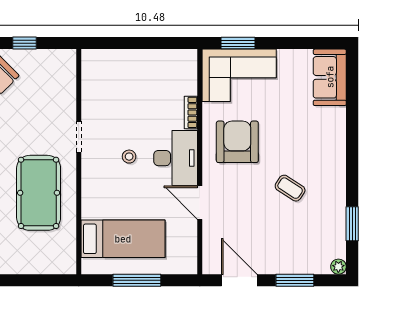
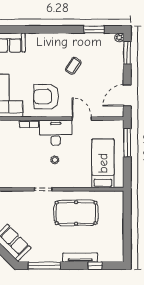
door: (200, 203) -> (82, 119), swing flipped
window: (137, 280) -> (127, 143), moved
window: (295, 280) -> (127, 53), moved

